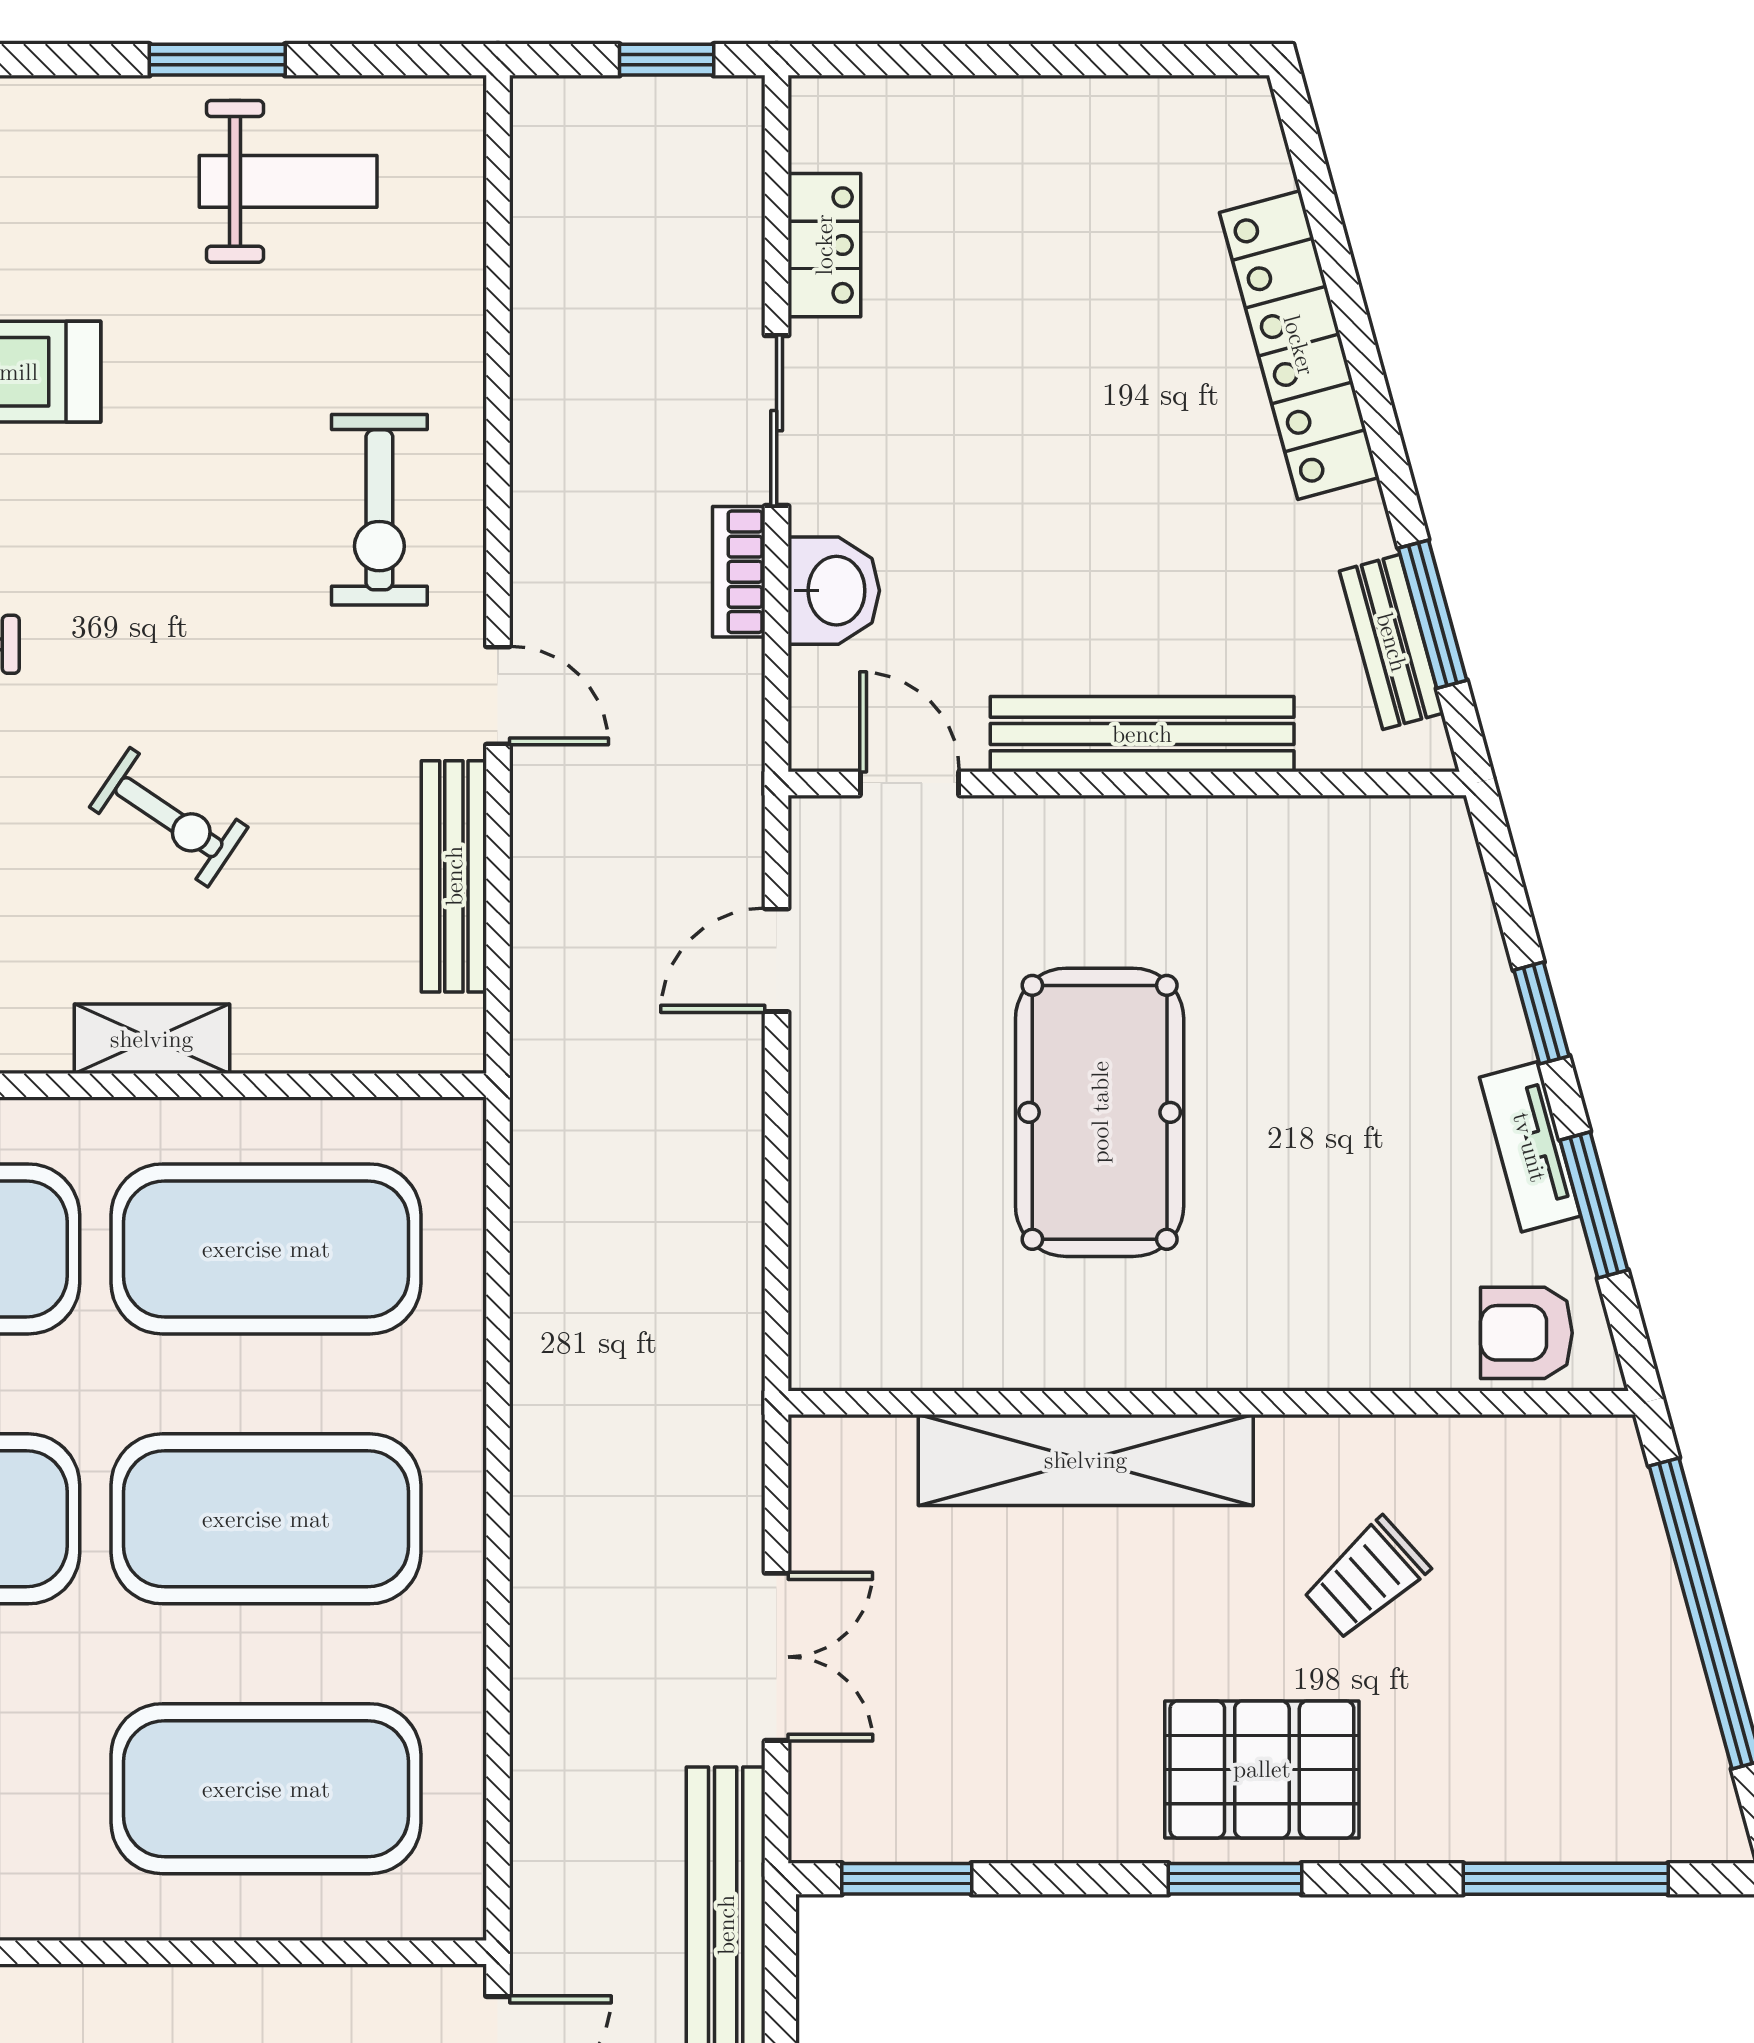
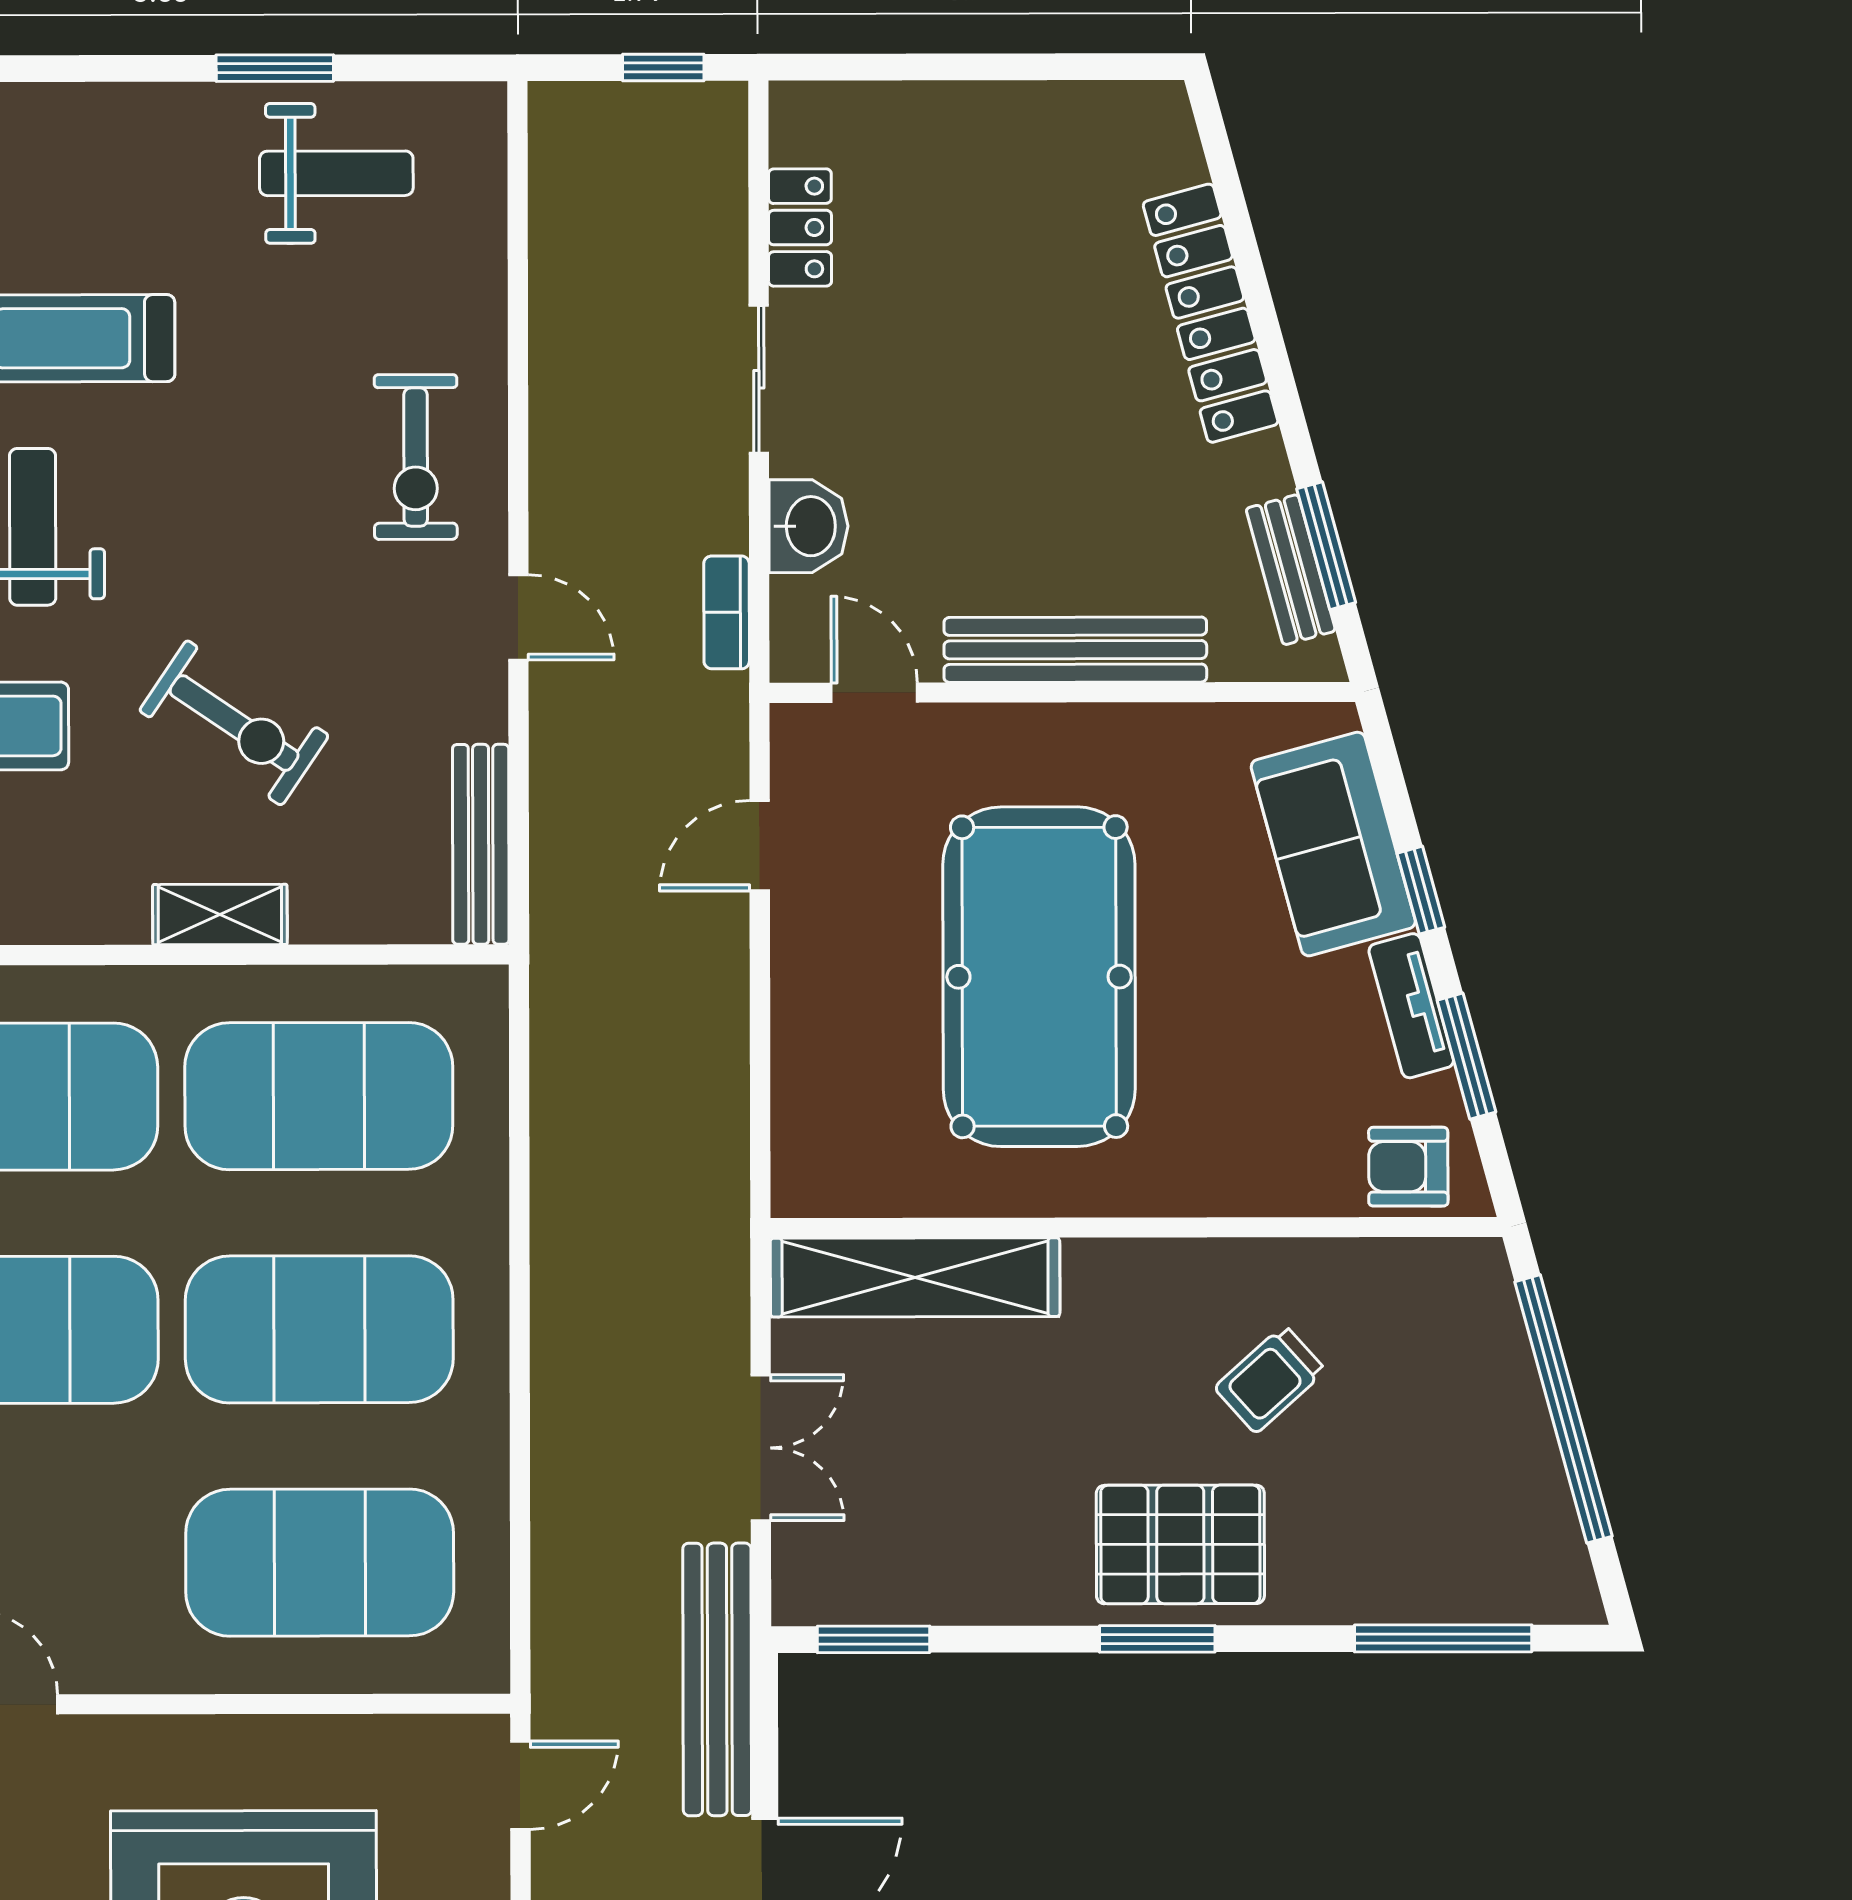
bookcase: (739, 572) -> (727, 612), moved
exercise bike: (169, 817) -> (234, 723), width x1.38, depth x1.39
bench: (454, 876) -> (481, 844), moved
sofa: (1440, 959) -> (1333, 844), added
pool table: (1100, 1112) -> (1039, 977), width x1.36, depth x1.32
shelving: (1086, 1460) -> (915, 1277), moved

